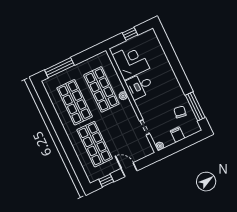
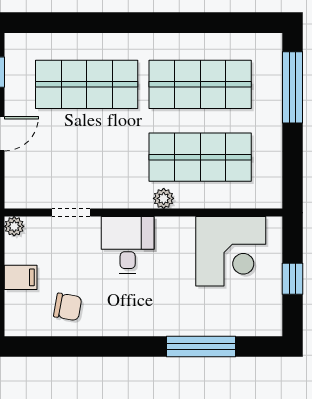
desk: (140, 86) -> (128, 245), moved
window: (195, 106) -> (201, 346), moved

